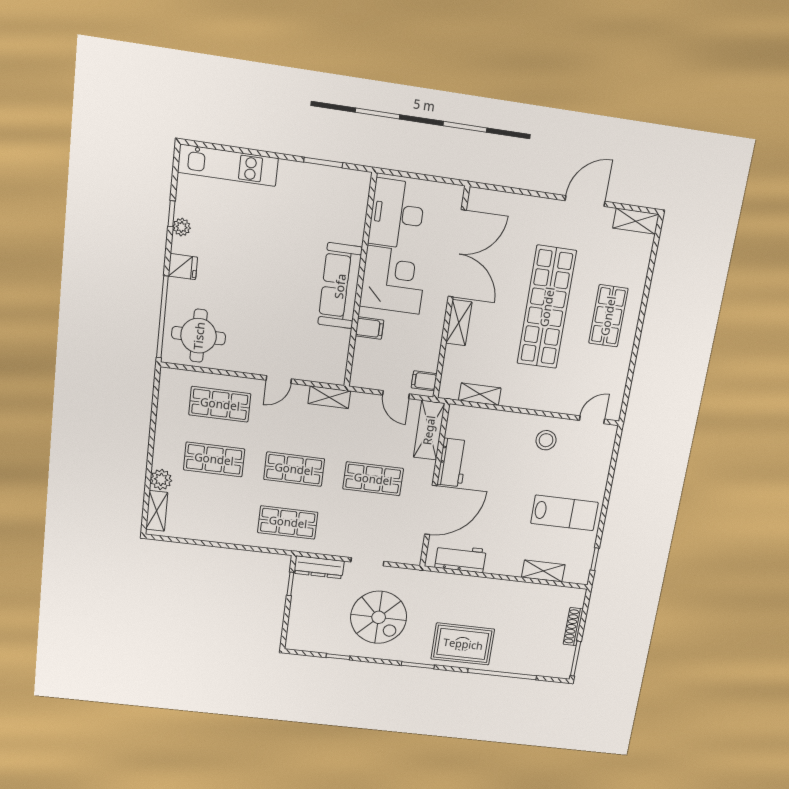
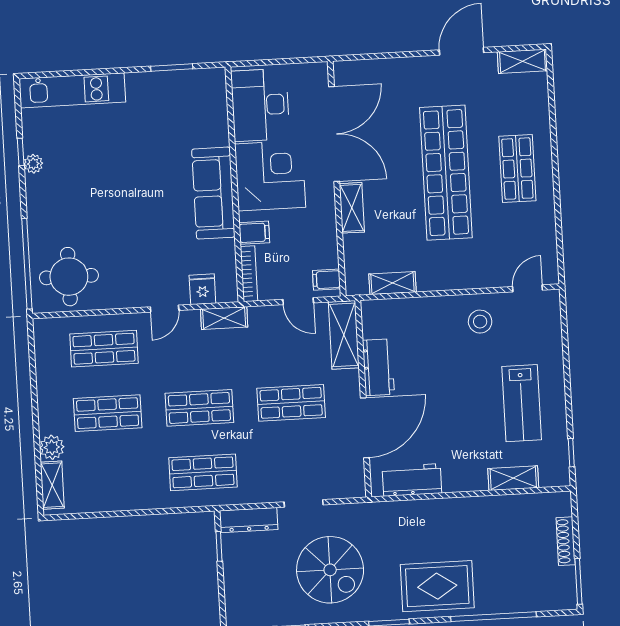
fridge: (183, 267) -> (202, 289), moved, turned -90
bookcase: (358, 363) -> (249, 274), added
lab bench: (564, 513) -> (522, 403), turned 90

